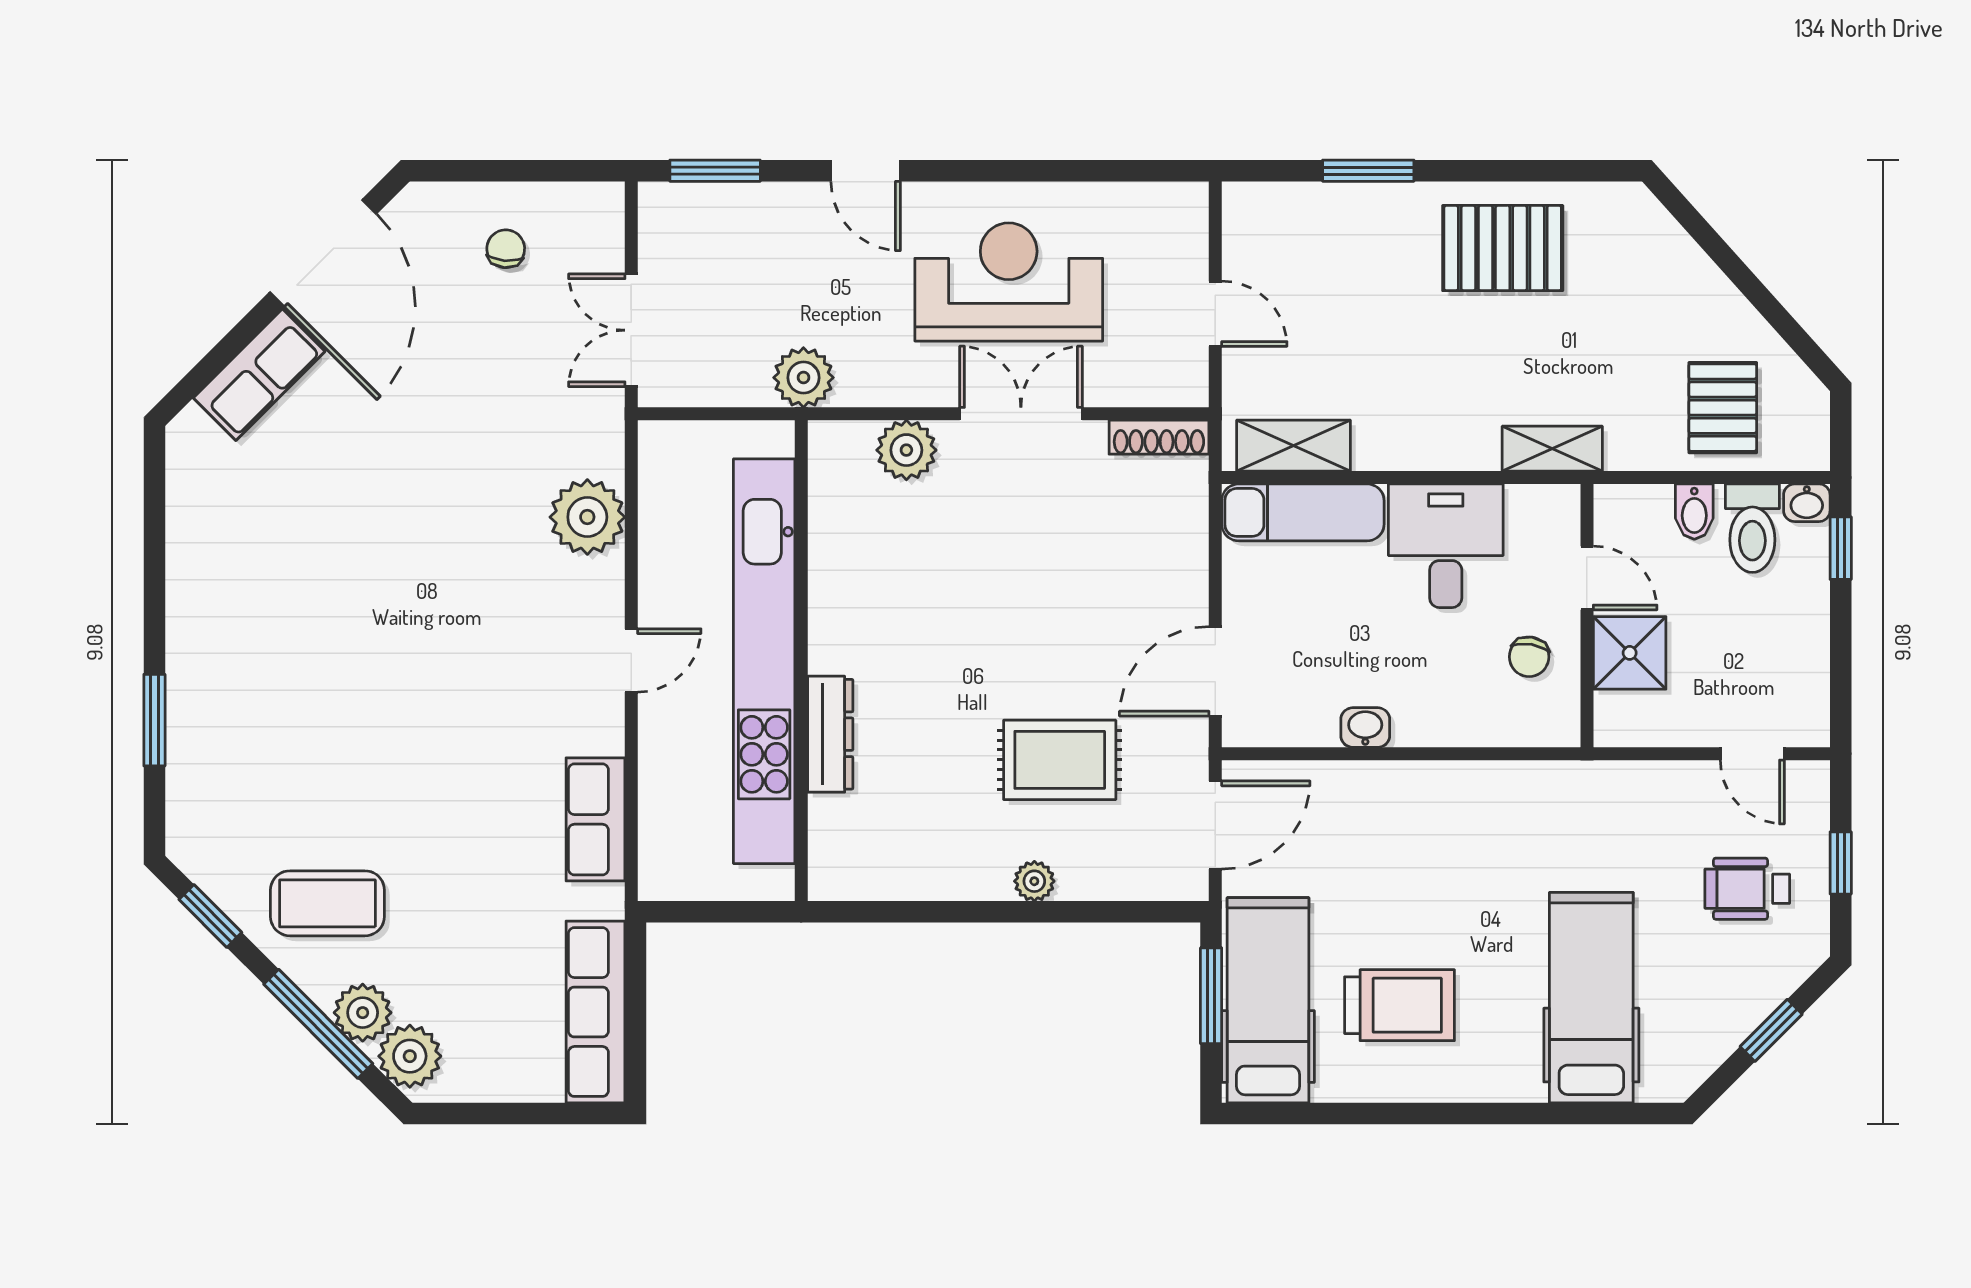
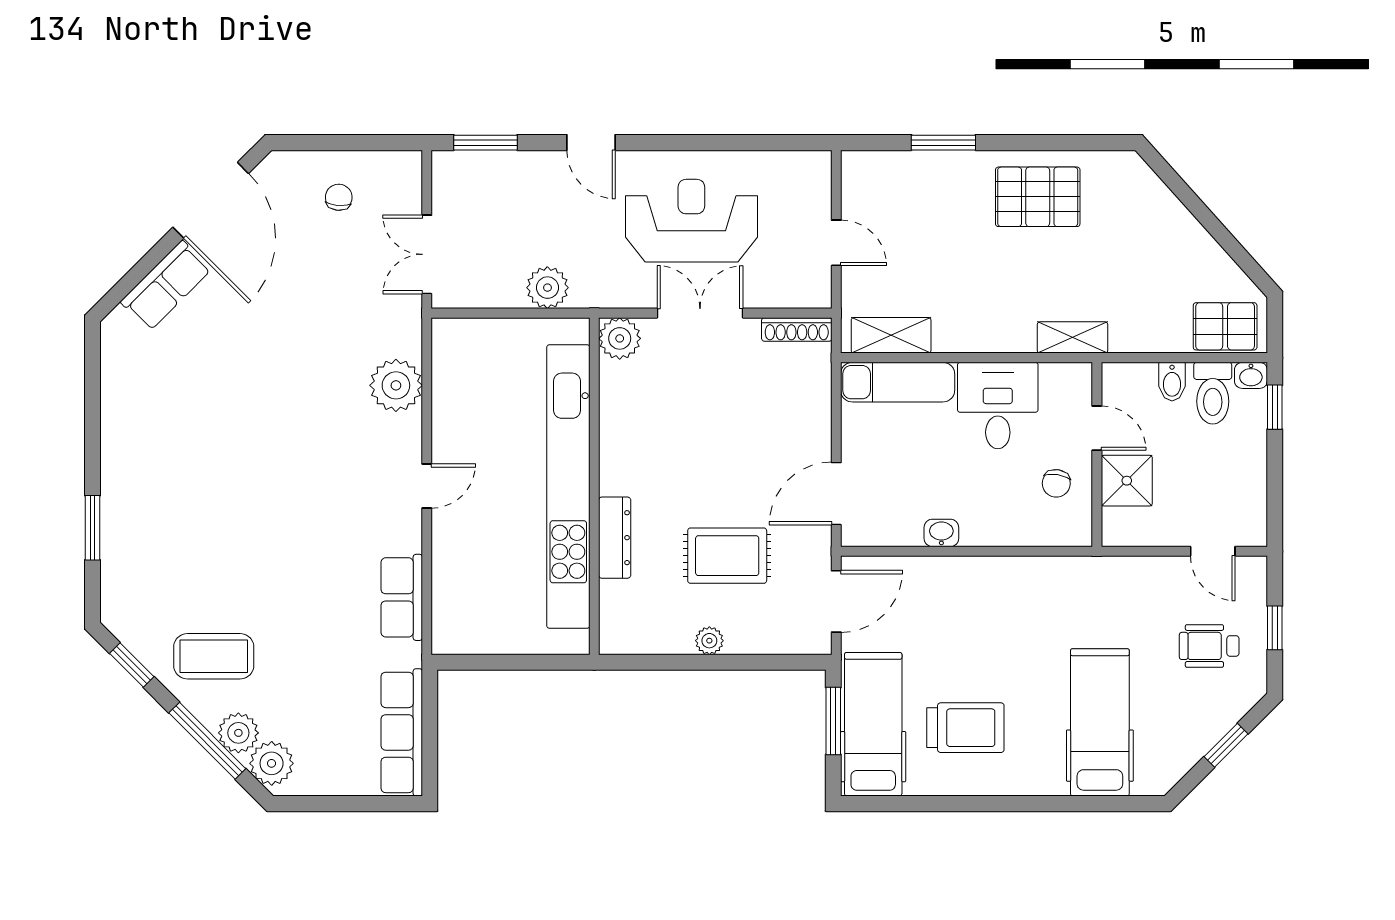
pallet: (1723, 408) -> (1225, 326), moved, turned 90
kitchen unit: (764, 661) -> (568, 486), moved
wall: (801, 661) -> (594, 486), moved
dresser: (830, 734) -> (615, 538), moved

